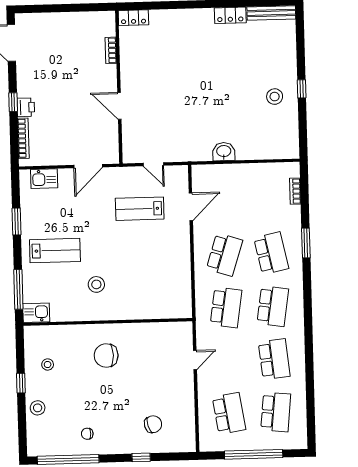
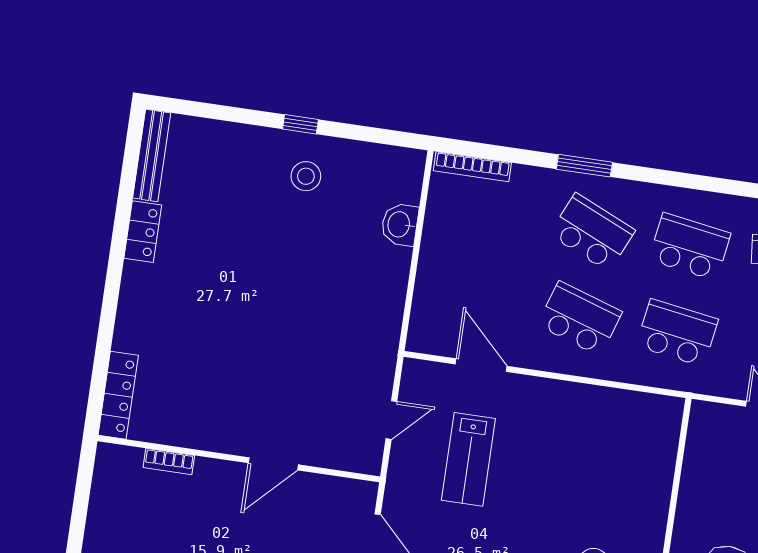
locker: (133, 18) -> (118, 395), width x1.53
washbasin: (224, 152) -> (400, 224), moved
bookcase: (295, 191) -> (472, 167), width x1.56
school desk: (271, 253) -> (592, 232), turned 36

